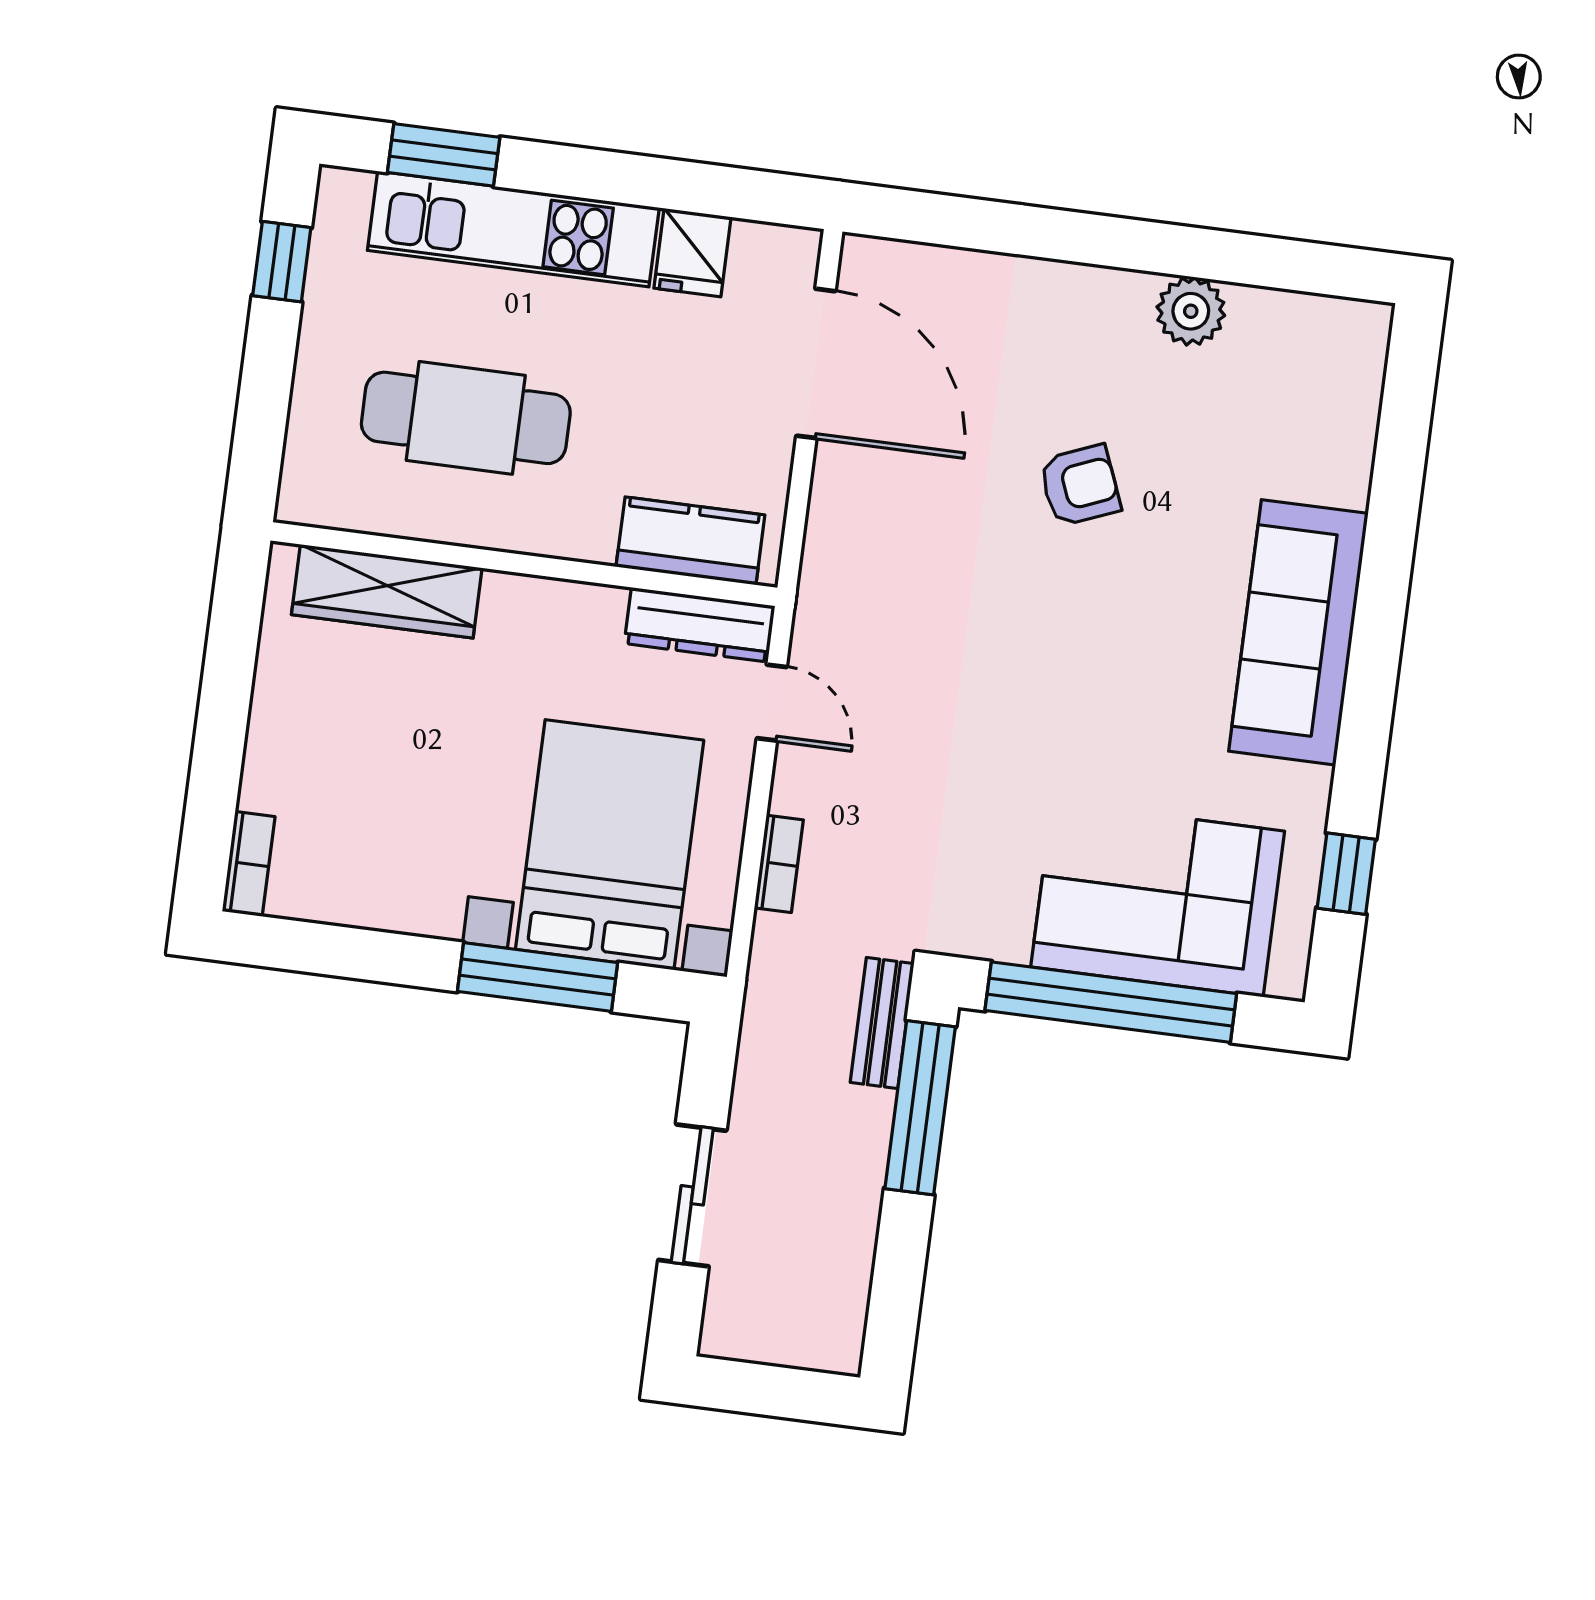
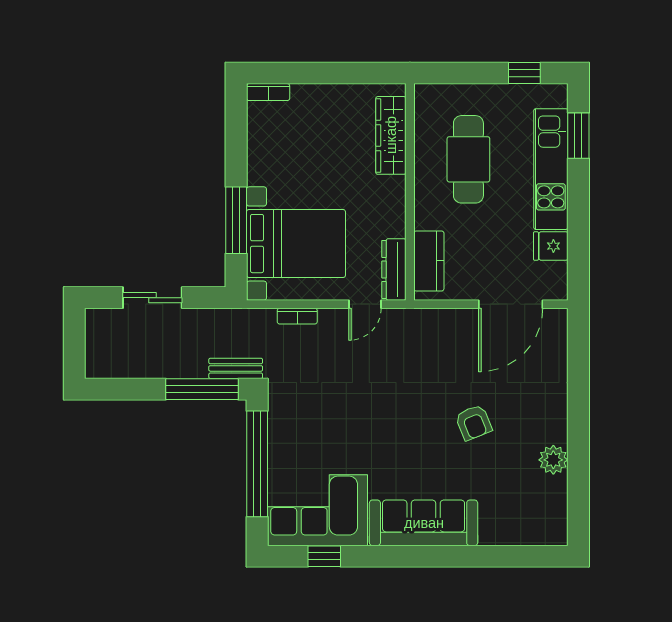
corner sofa: (1158, 899) -> (317, 510), moved, turned -90

